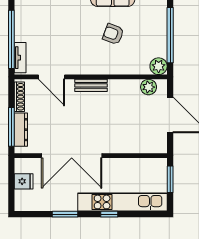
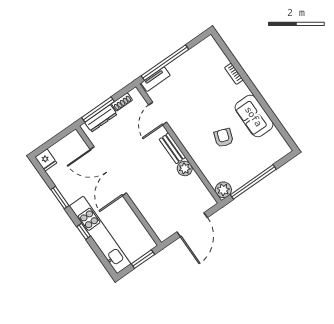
plant: (149, 87) -> (185, 169), moved
shoe rack: (19, 97) -> (122, 102), width x0.70
fridge: (24, 181) -> (46, 160), moved

